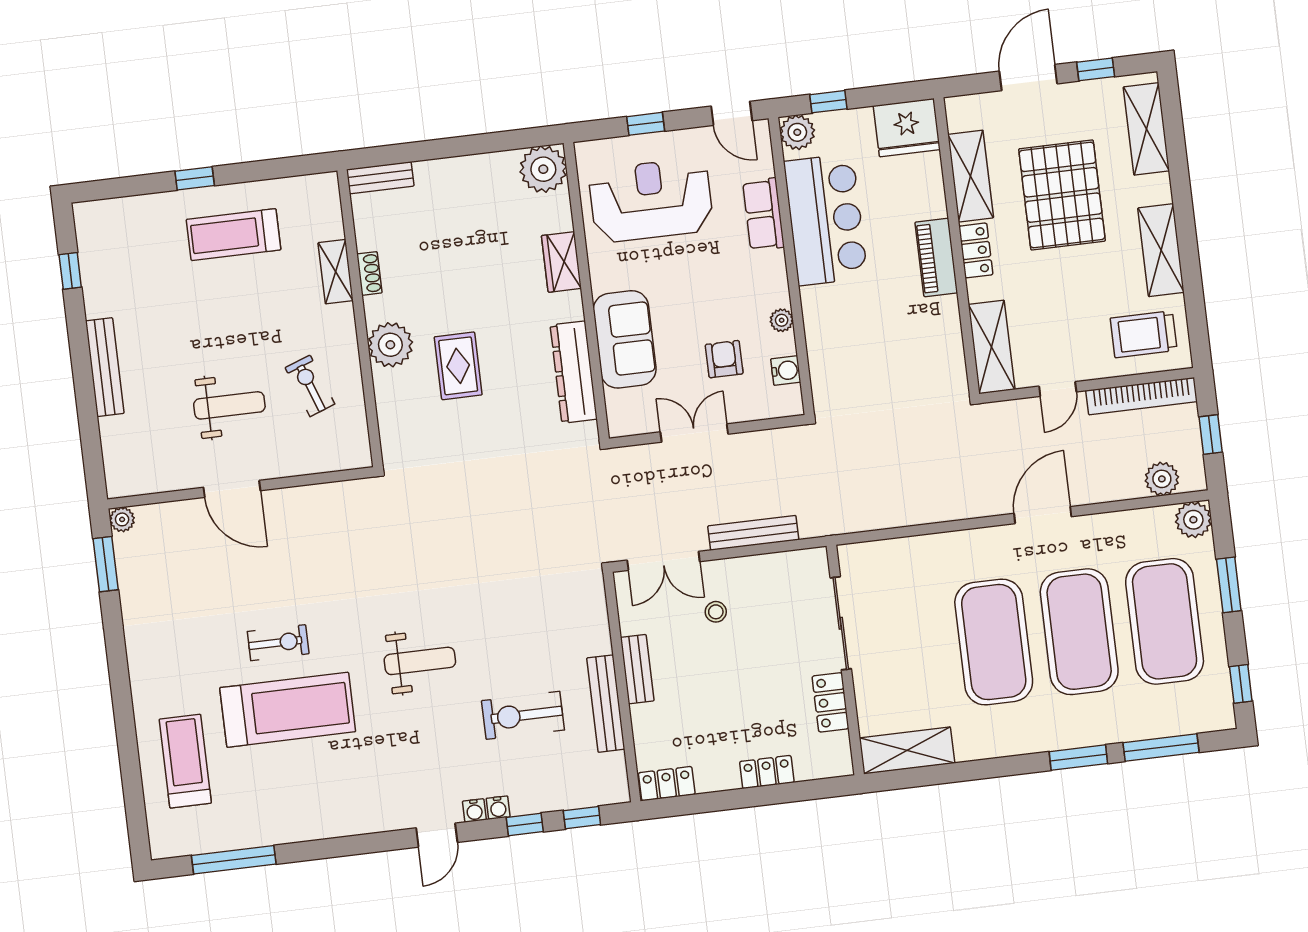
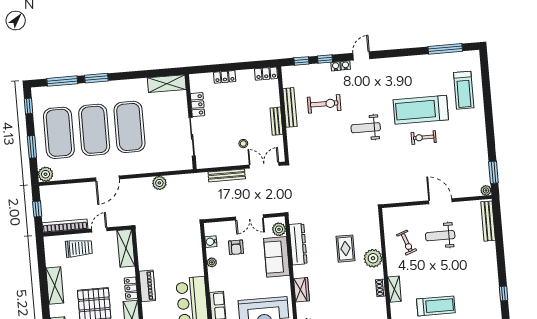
trolley: (1144, 334) -> (79, 248), moved
bench: (105, 367) -> (488, 221), moved
plant: (621, 407) -> (279, 229), added
plant: (1162, 479) -> (159, 183), moved

